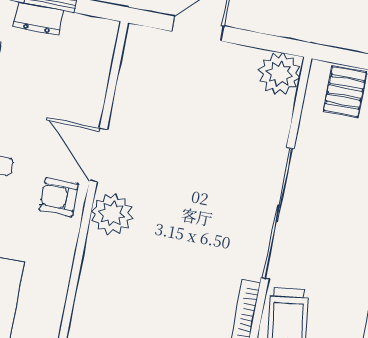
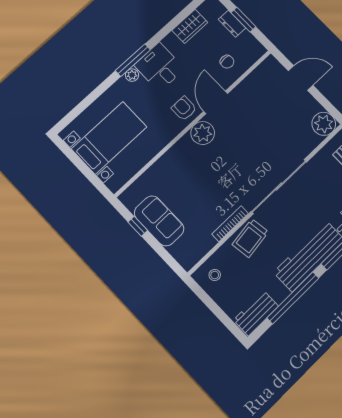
chair: (72, 82) -> (227, 62), added

